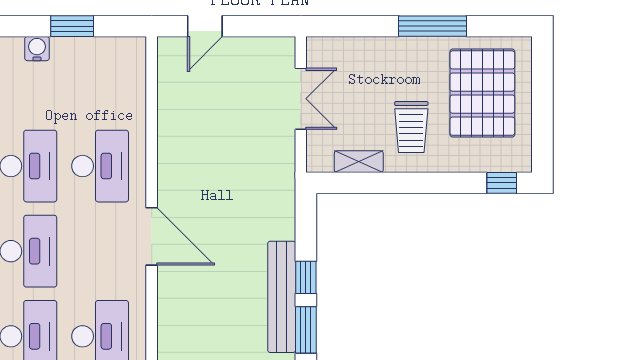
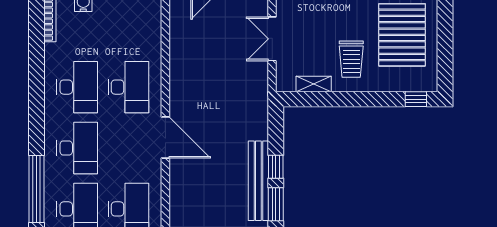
double door: (301, 99) -> (272, 39), swing flipped

